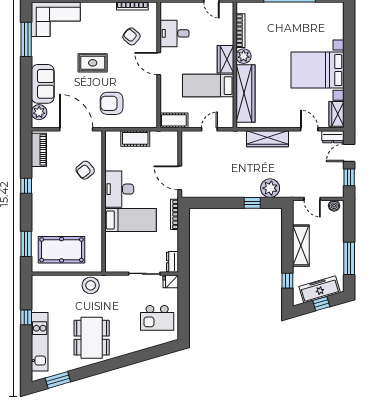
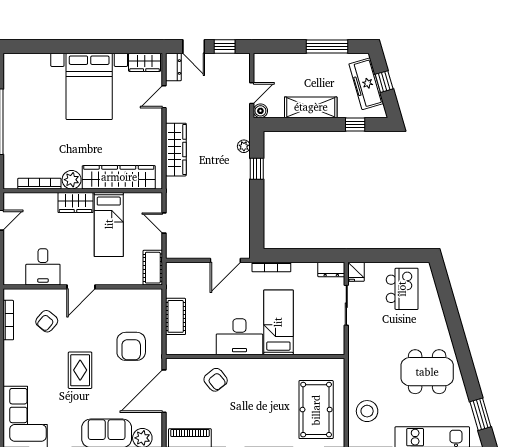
plant: (270, 188) -> (244, 146), width x0.53, depth x0.53
boiler: (334, 206) -> (260, 111), moved
stool: (91, 285) -> (367, 411), moved

